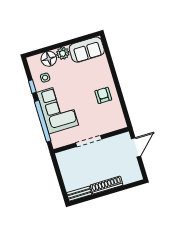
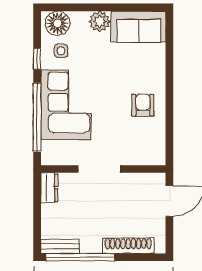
floor lamp: (49, 59) -> (57, 23), moved
dresser: (62, 161) -> (49, 188), added
shoe rack: (107, 185) -> (128, 246), moved
window: (93, 197) -> (80, 257), added

